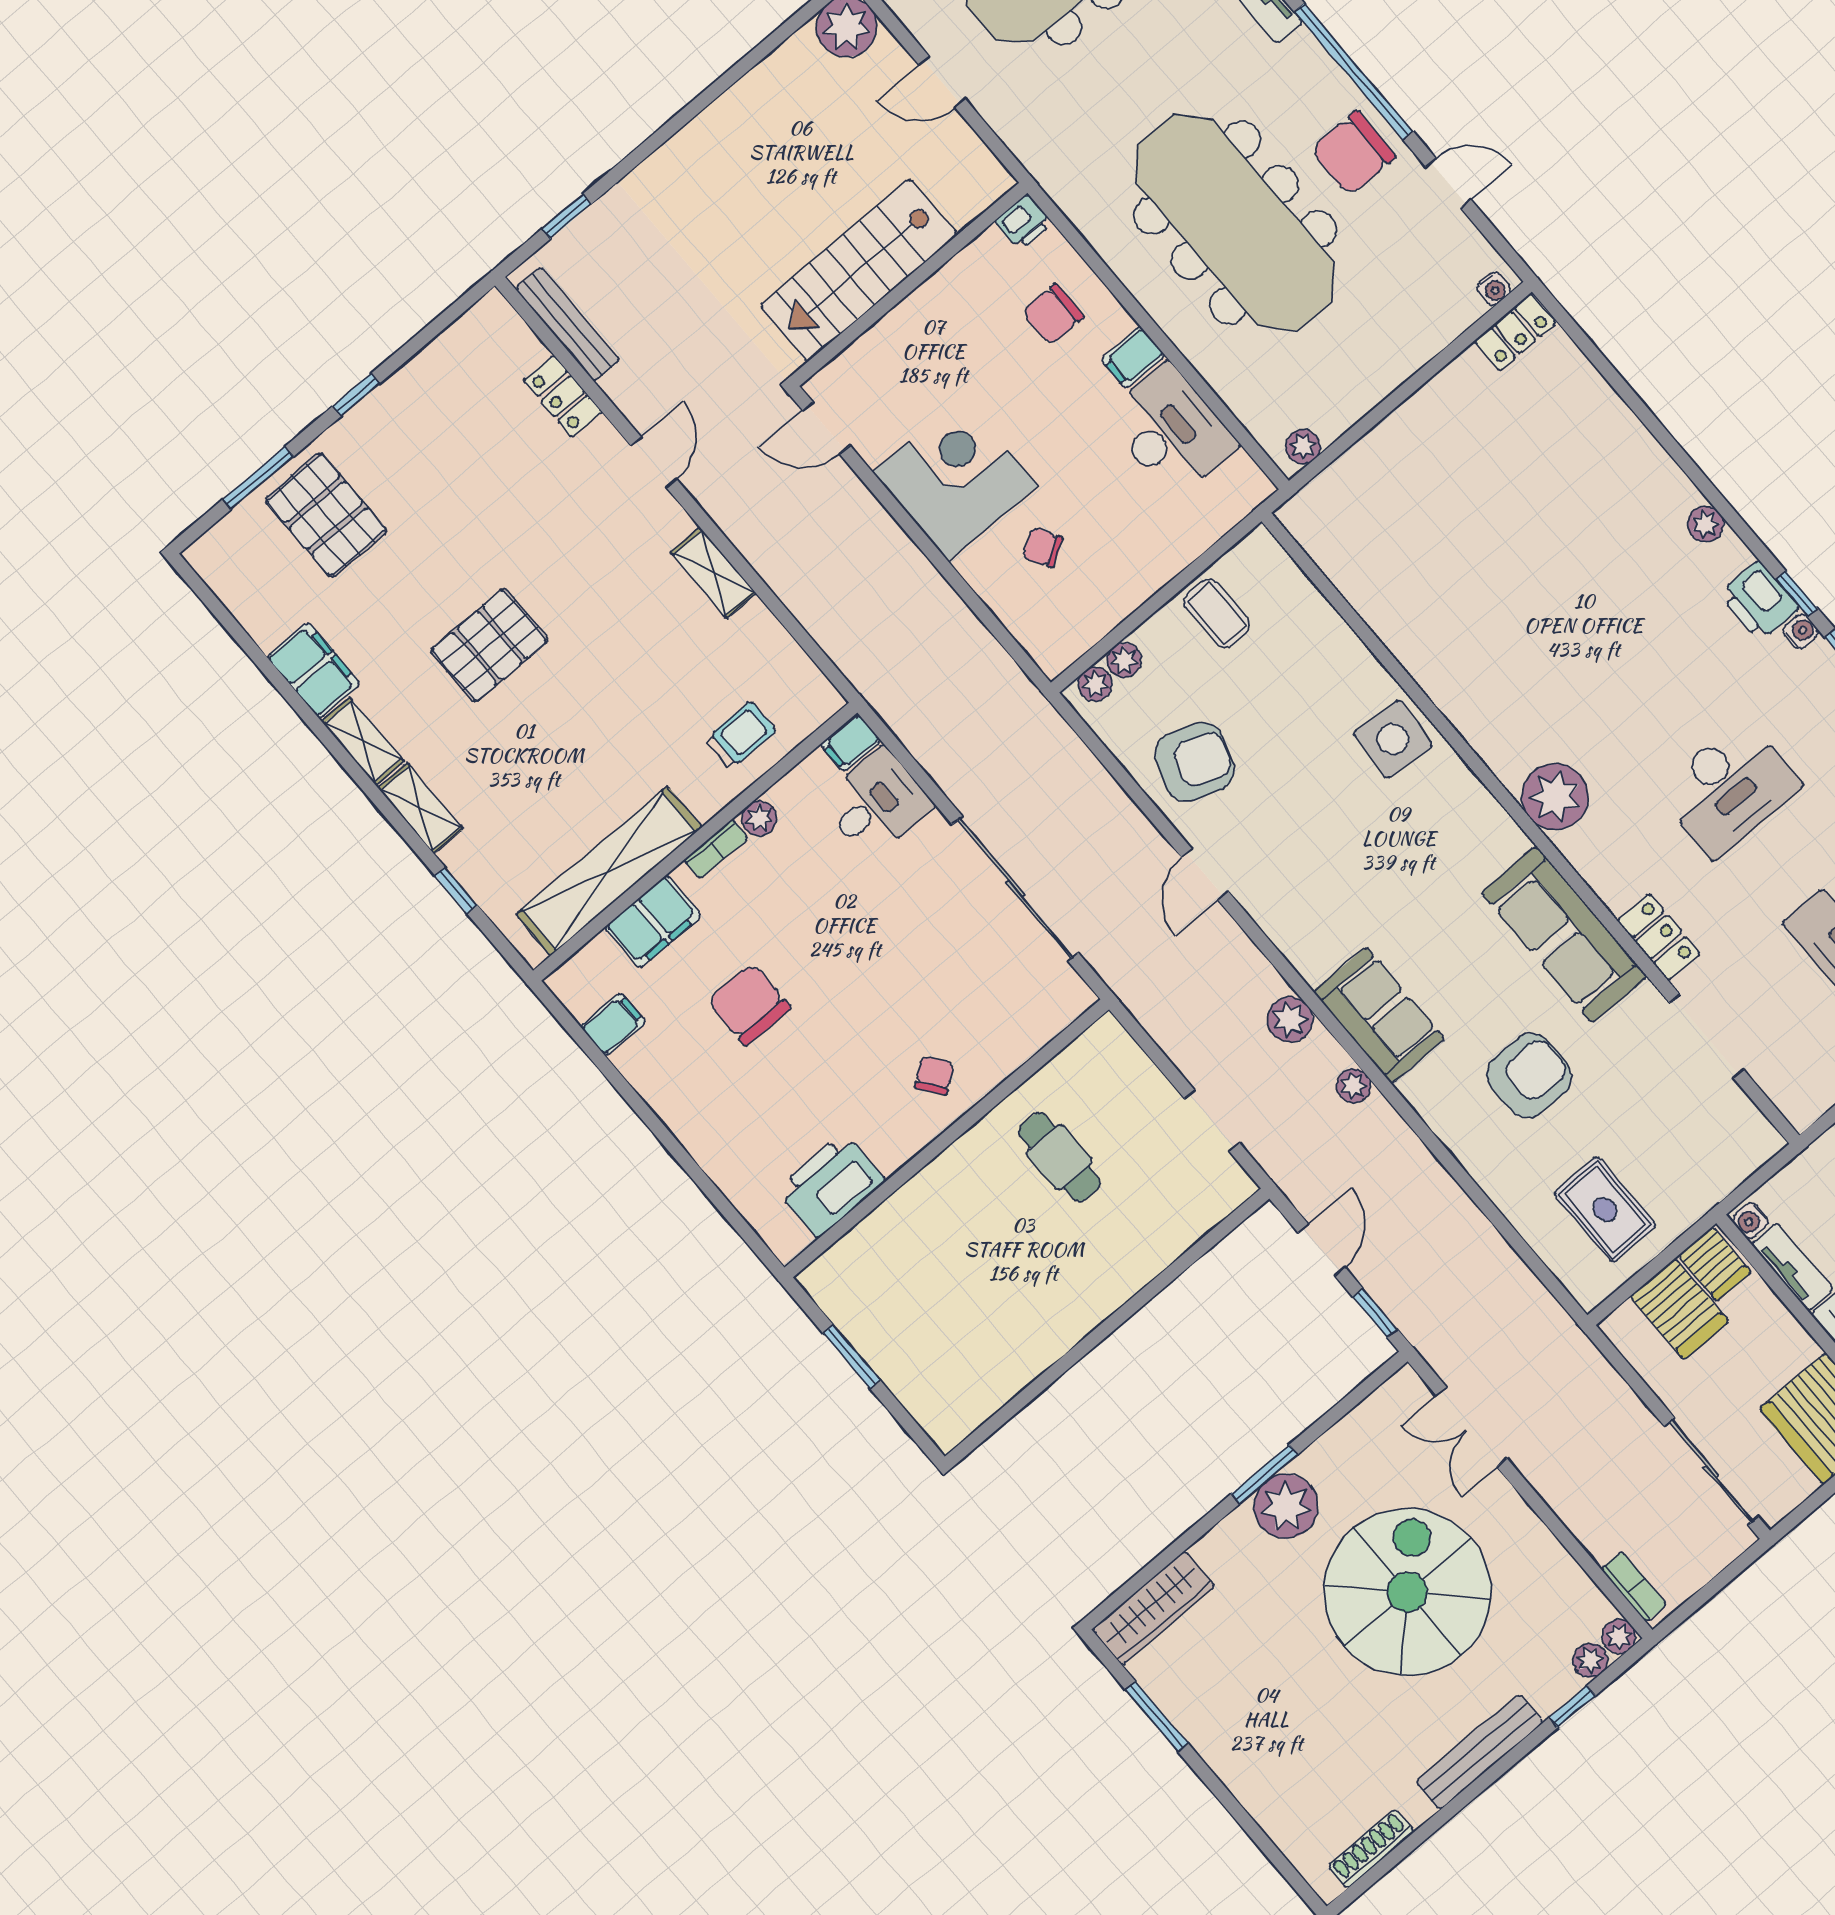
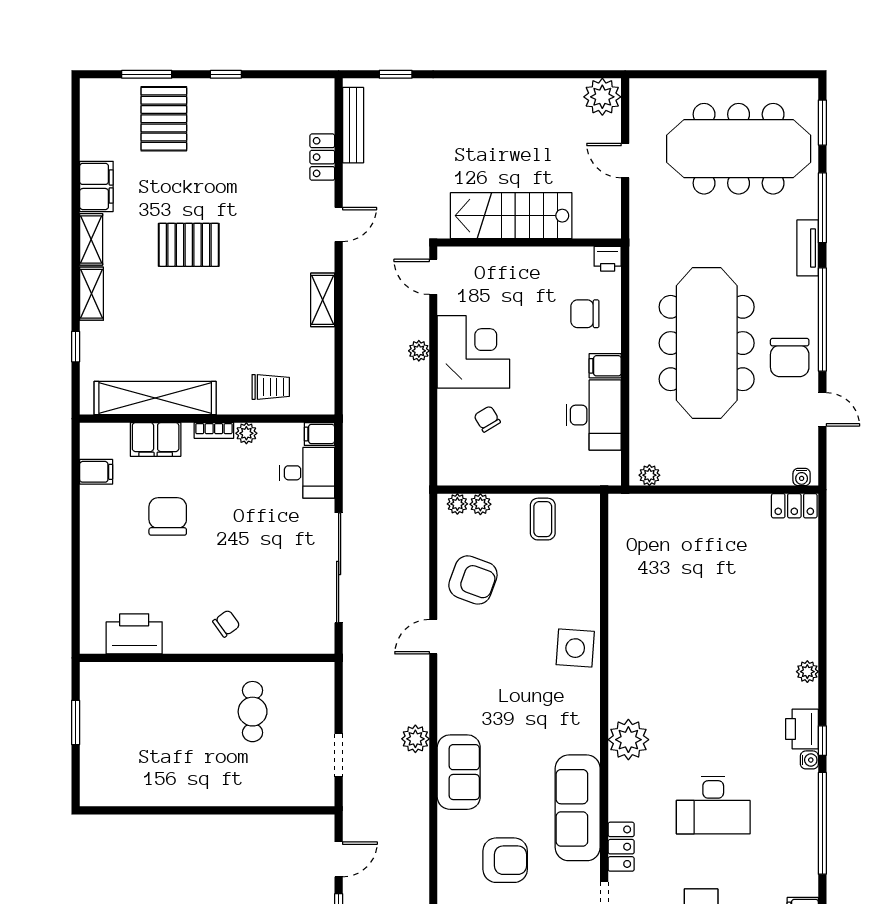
chair: (1353, 153) -> (790, 357), turned -90
plant: (1354, 1086) -> (419, 351), moved

